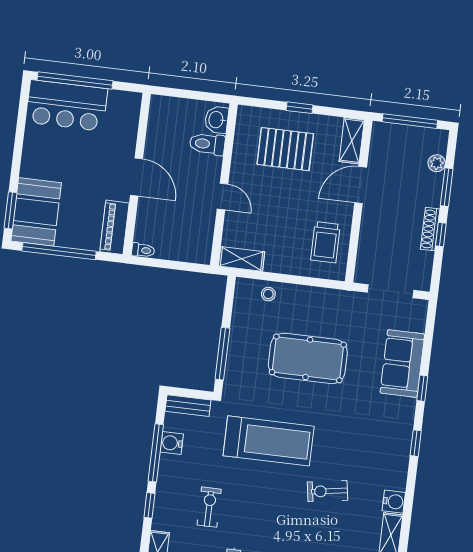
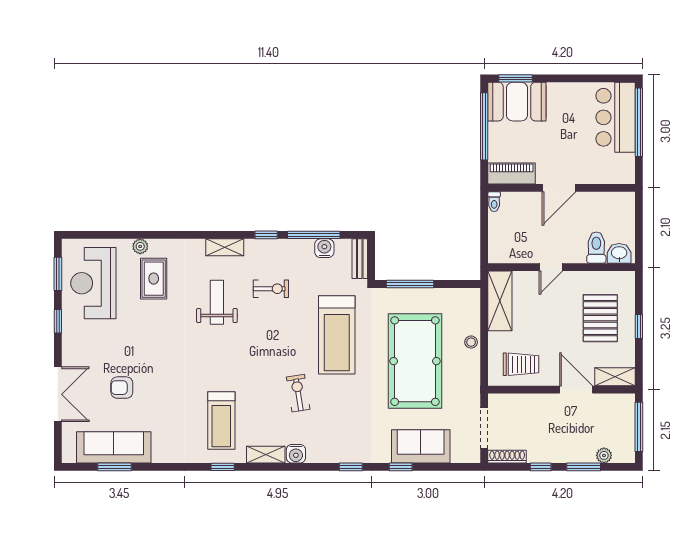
shoe rack: (430, 229) -> (507, 457), moved
trolley: (325, 242) -> (521, 364), turned 180
shelving: (241, 259) -> (500, 301), width x1.50, depth x1.33
stool: (268, 294) -> (471, 342), moved
pool table: (308, 358) -> (415, 361), width x1.36, depth x1.32

